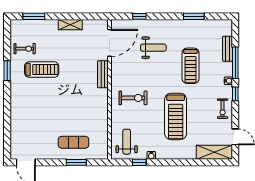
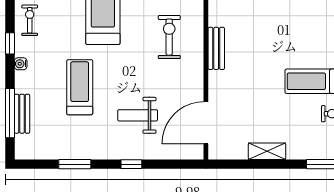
window: (139, 16) -> (131, 164), moved
window: (235, 63) -> (10, 113), moved
bench: (103, 74) -> (216, 48), moved
exercise bike: (133, 98) -> (169, 37), turned 90

